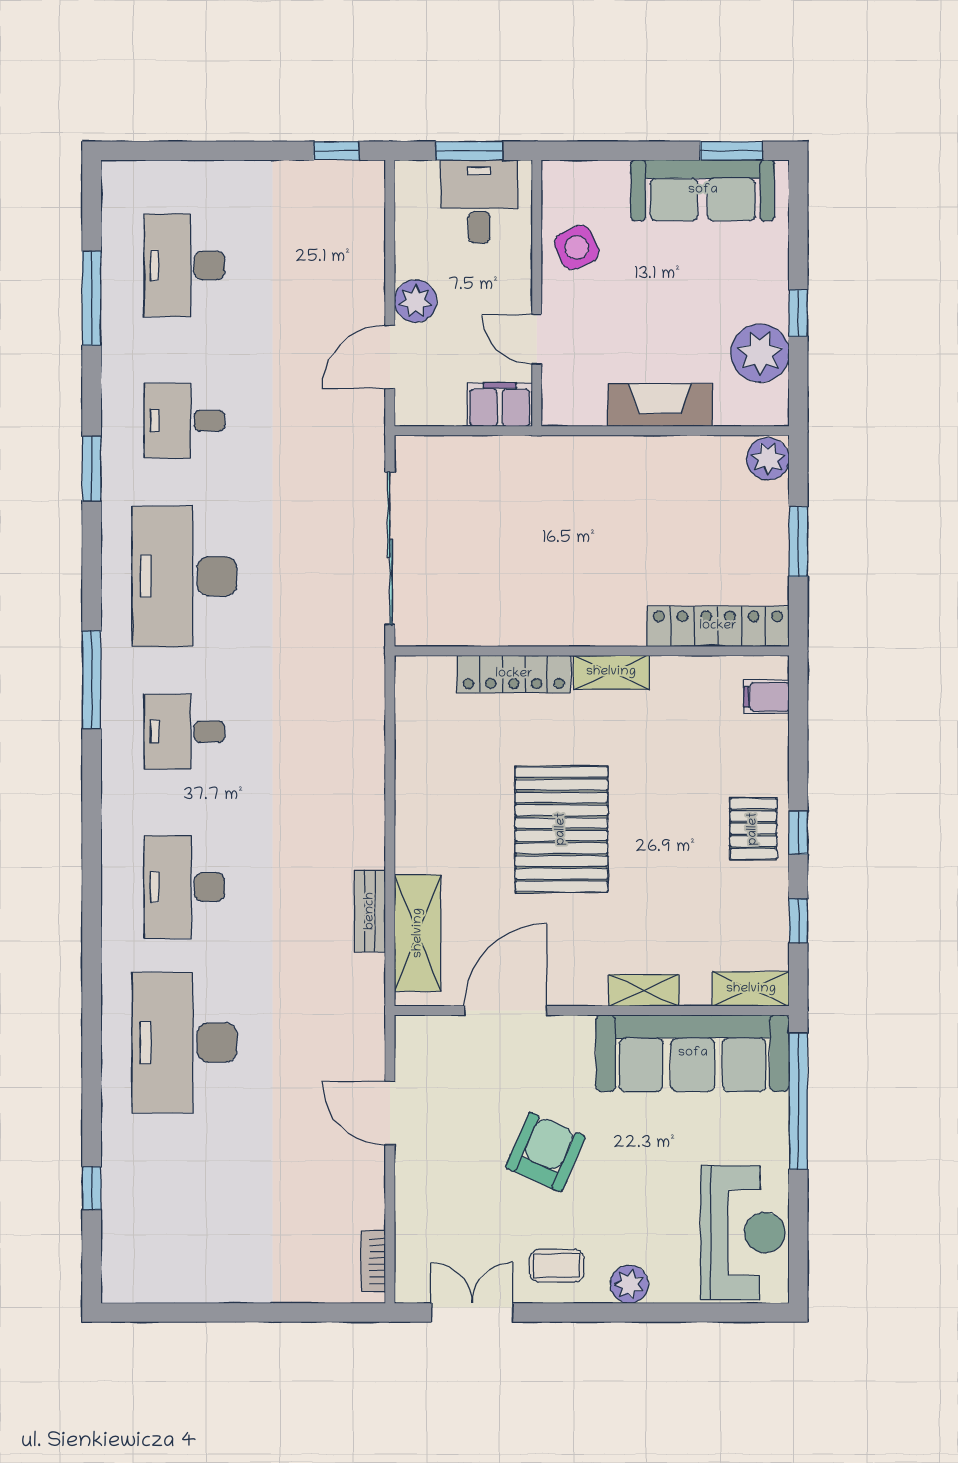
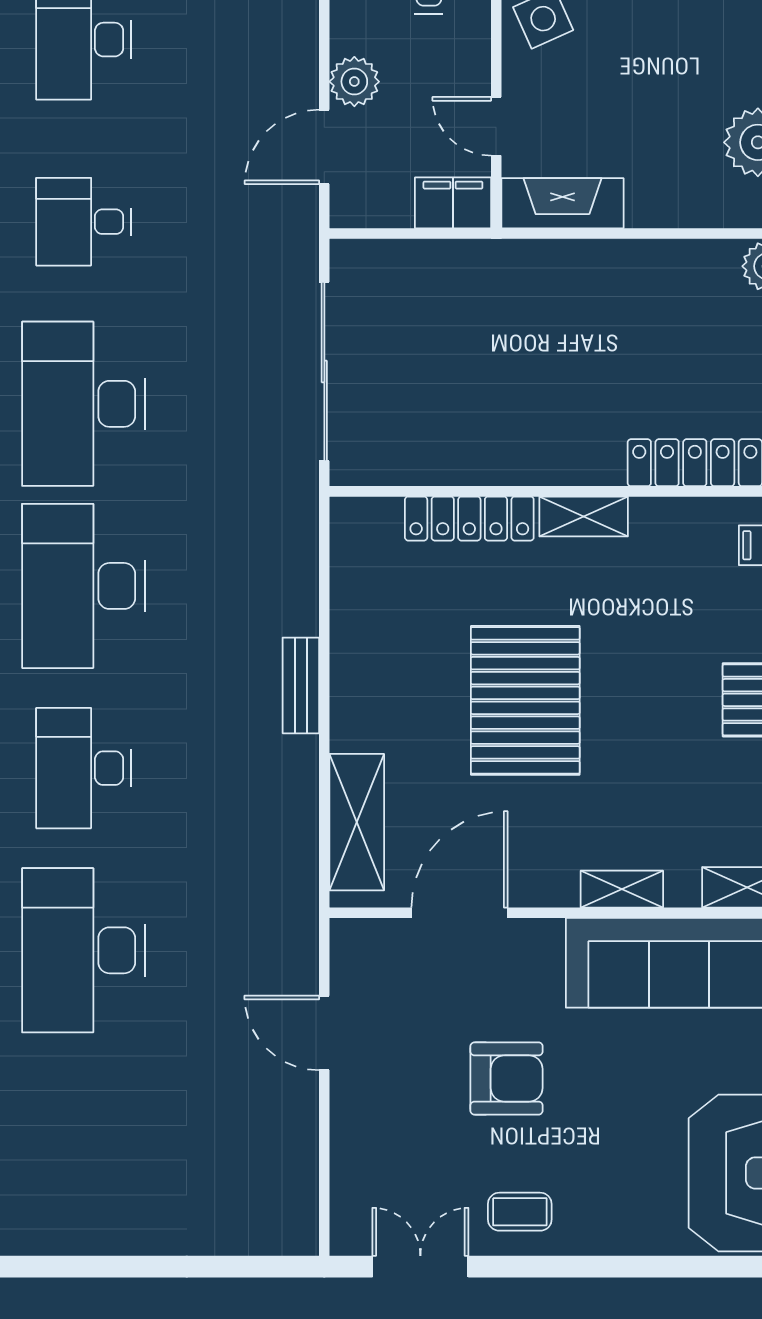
fireplace: (660, 405) -> (562, 203), moved
desk: (184, 732) -> (84, 586), width x1.87, depth x1.30
bench: (370, 911) -> (301, 685), moved
armchair: (545, 1152) -> (507, 1078), turned 66
bookcase: (373, 1261) -> (305, 1206), removed
plant: (629, 1284) -> (605, 1234), removed

